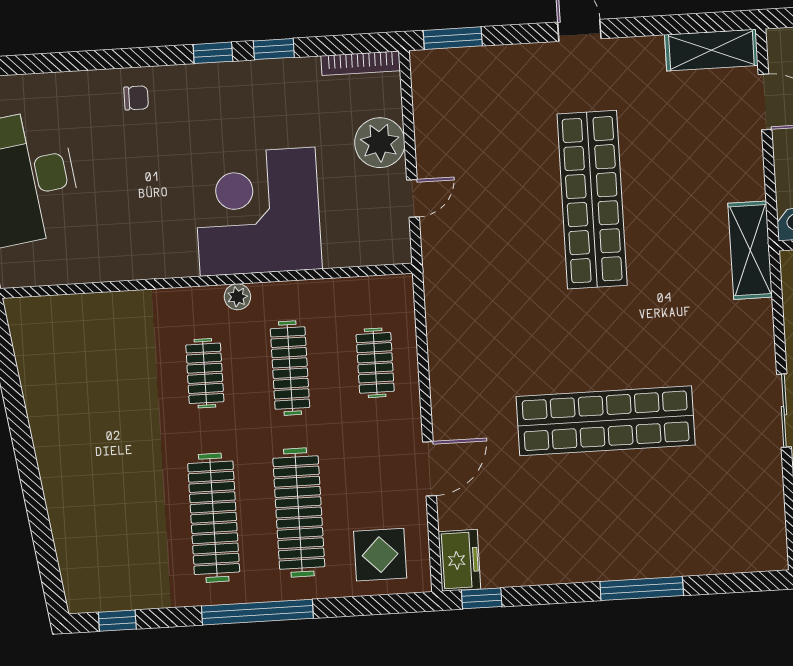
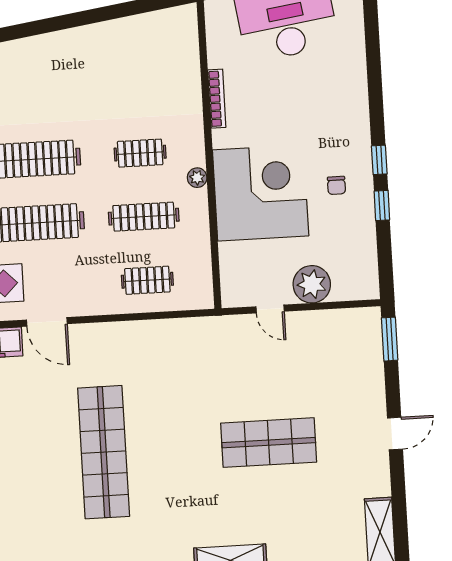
bookcase: (361, 63) -> (217, 99), moved, turned 180
chair: (136, 98) -> (336, 185), moved
shop shelf: (592, 200) -> (269, 443), width x0.71
door: (430, 469) -> (47, 322), moved

